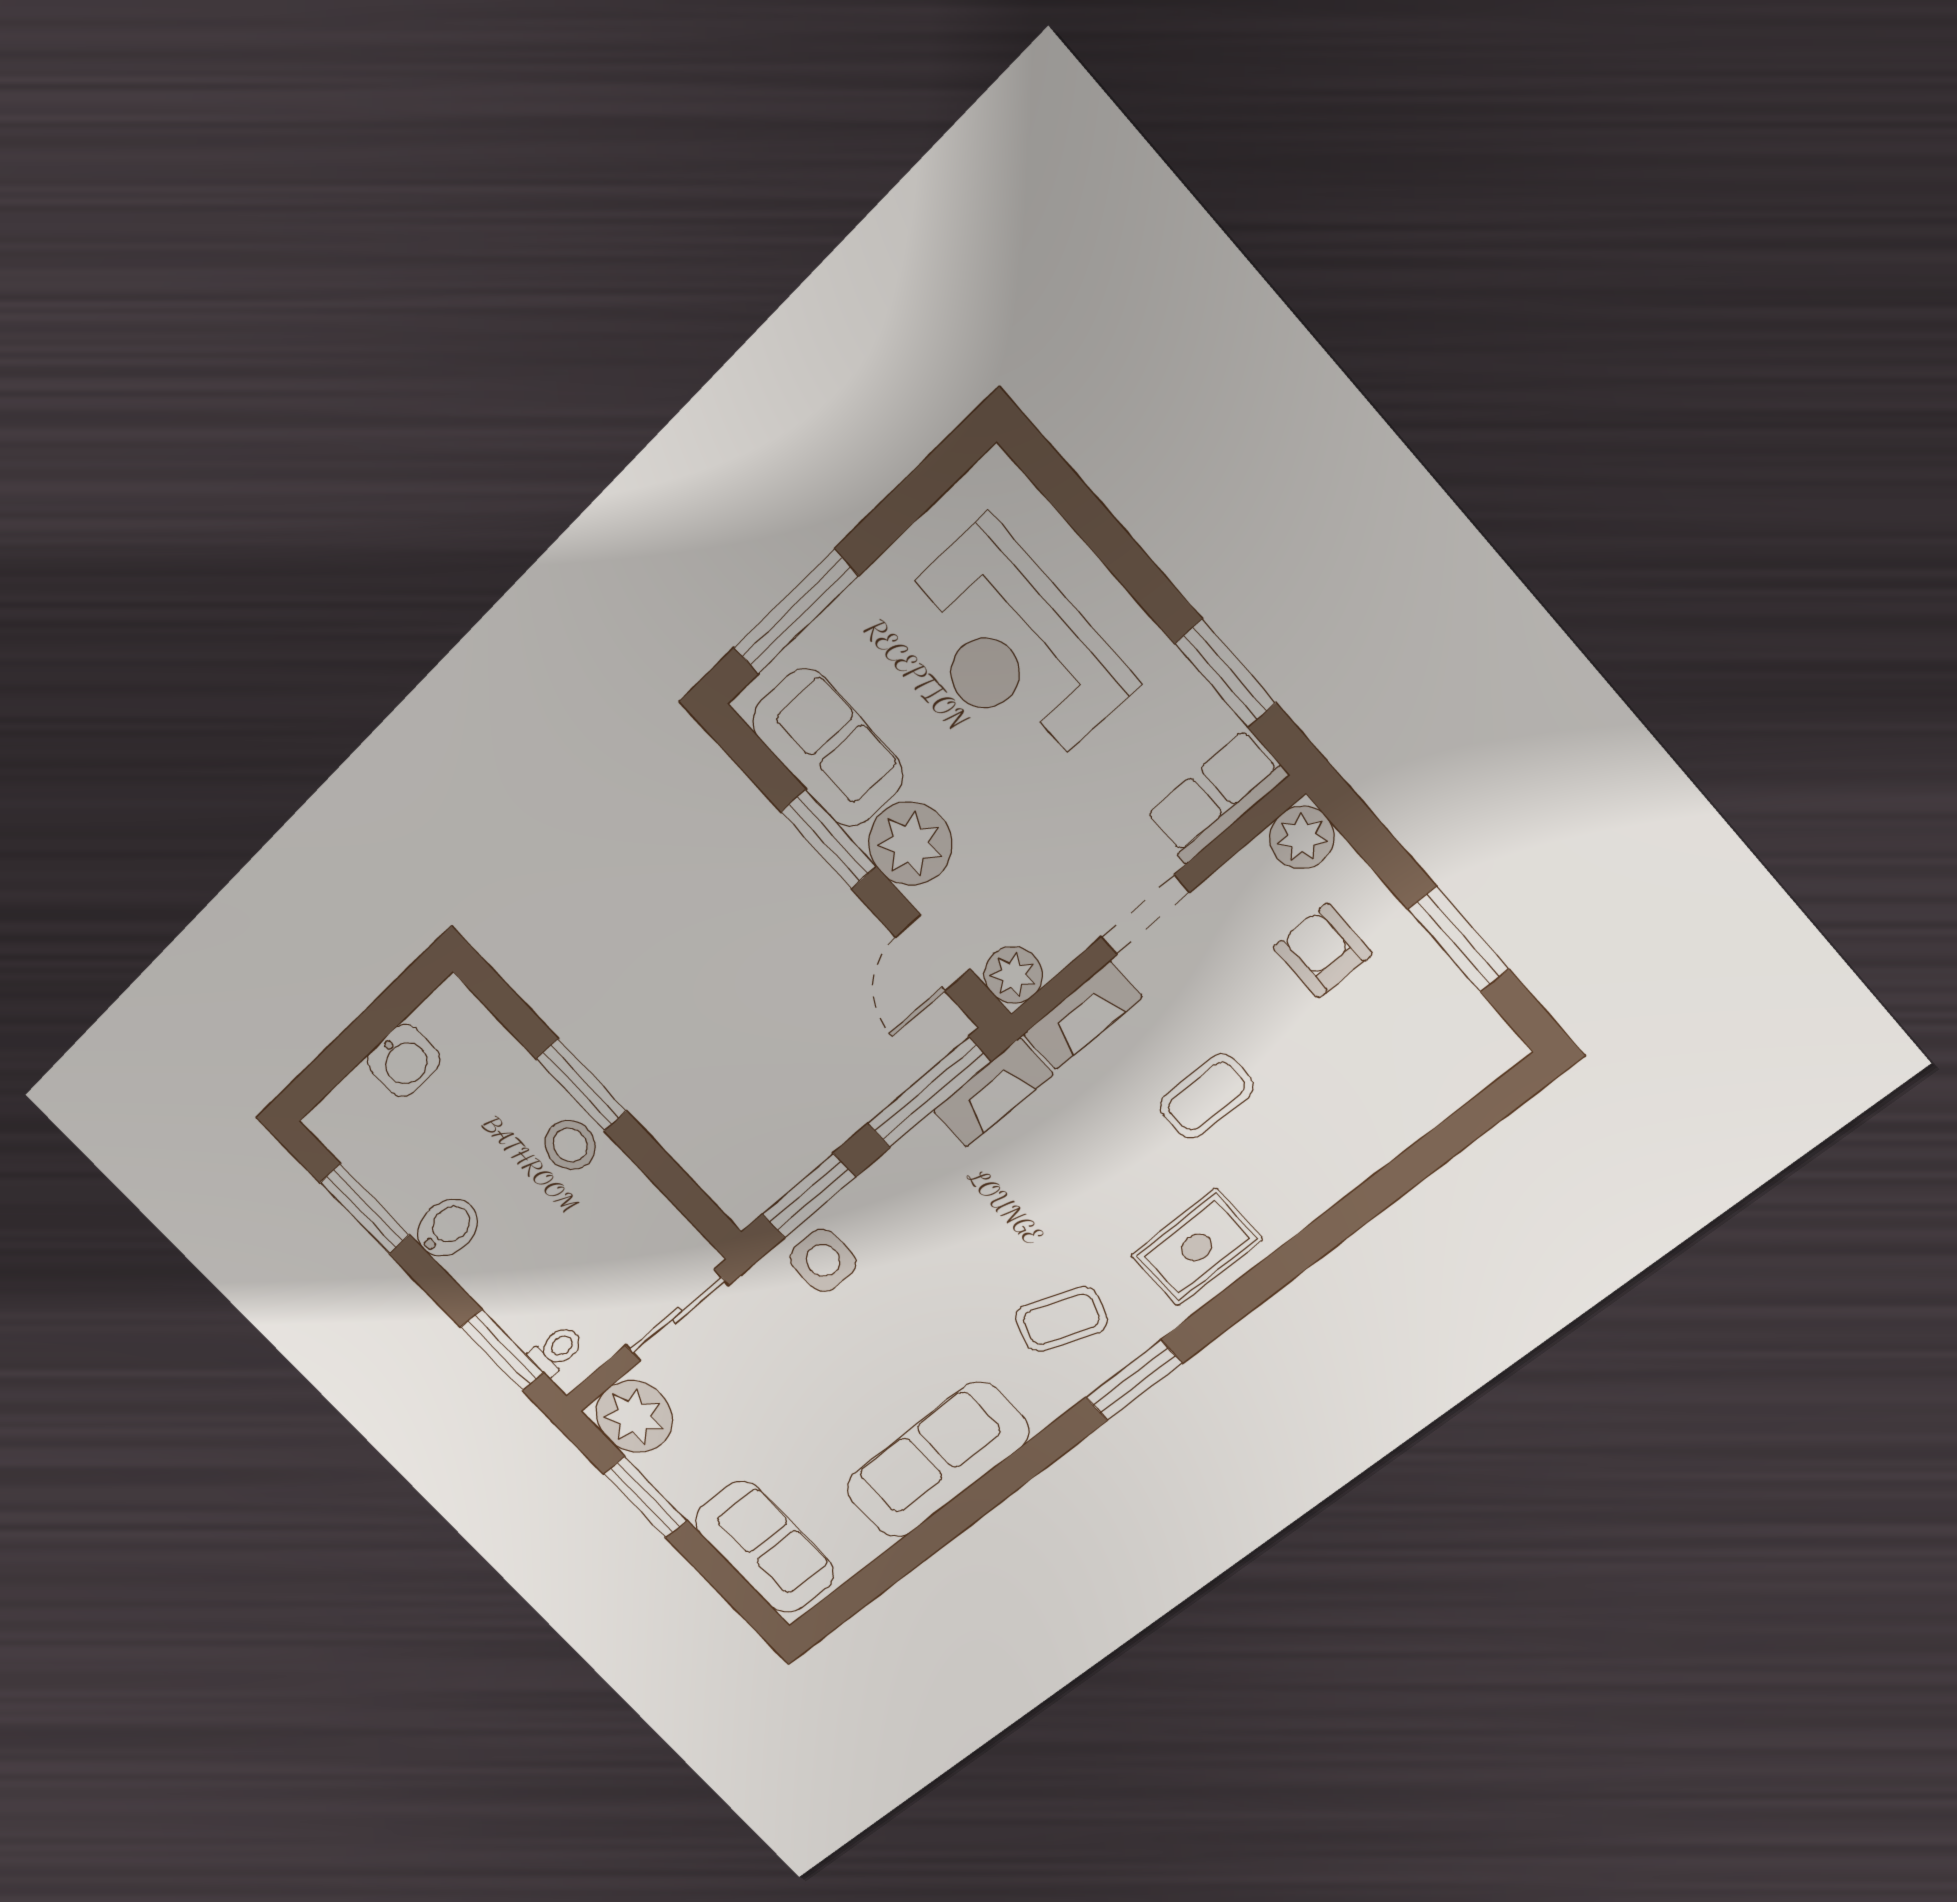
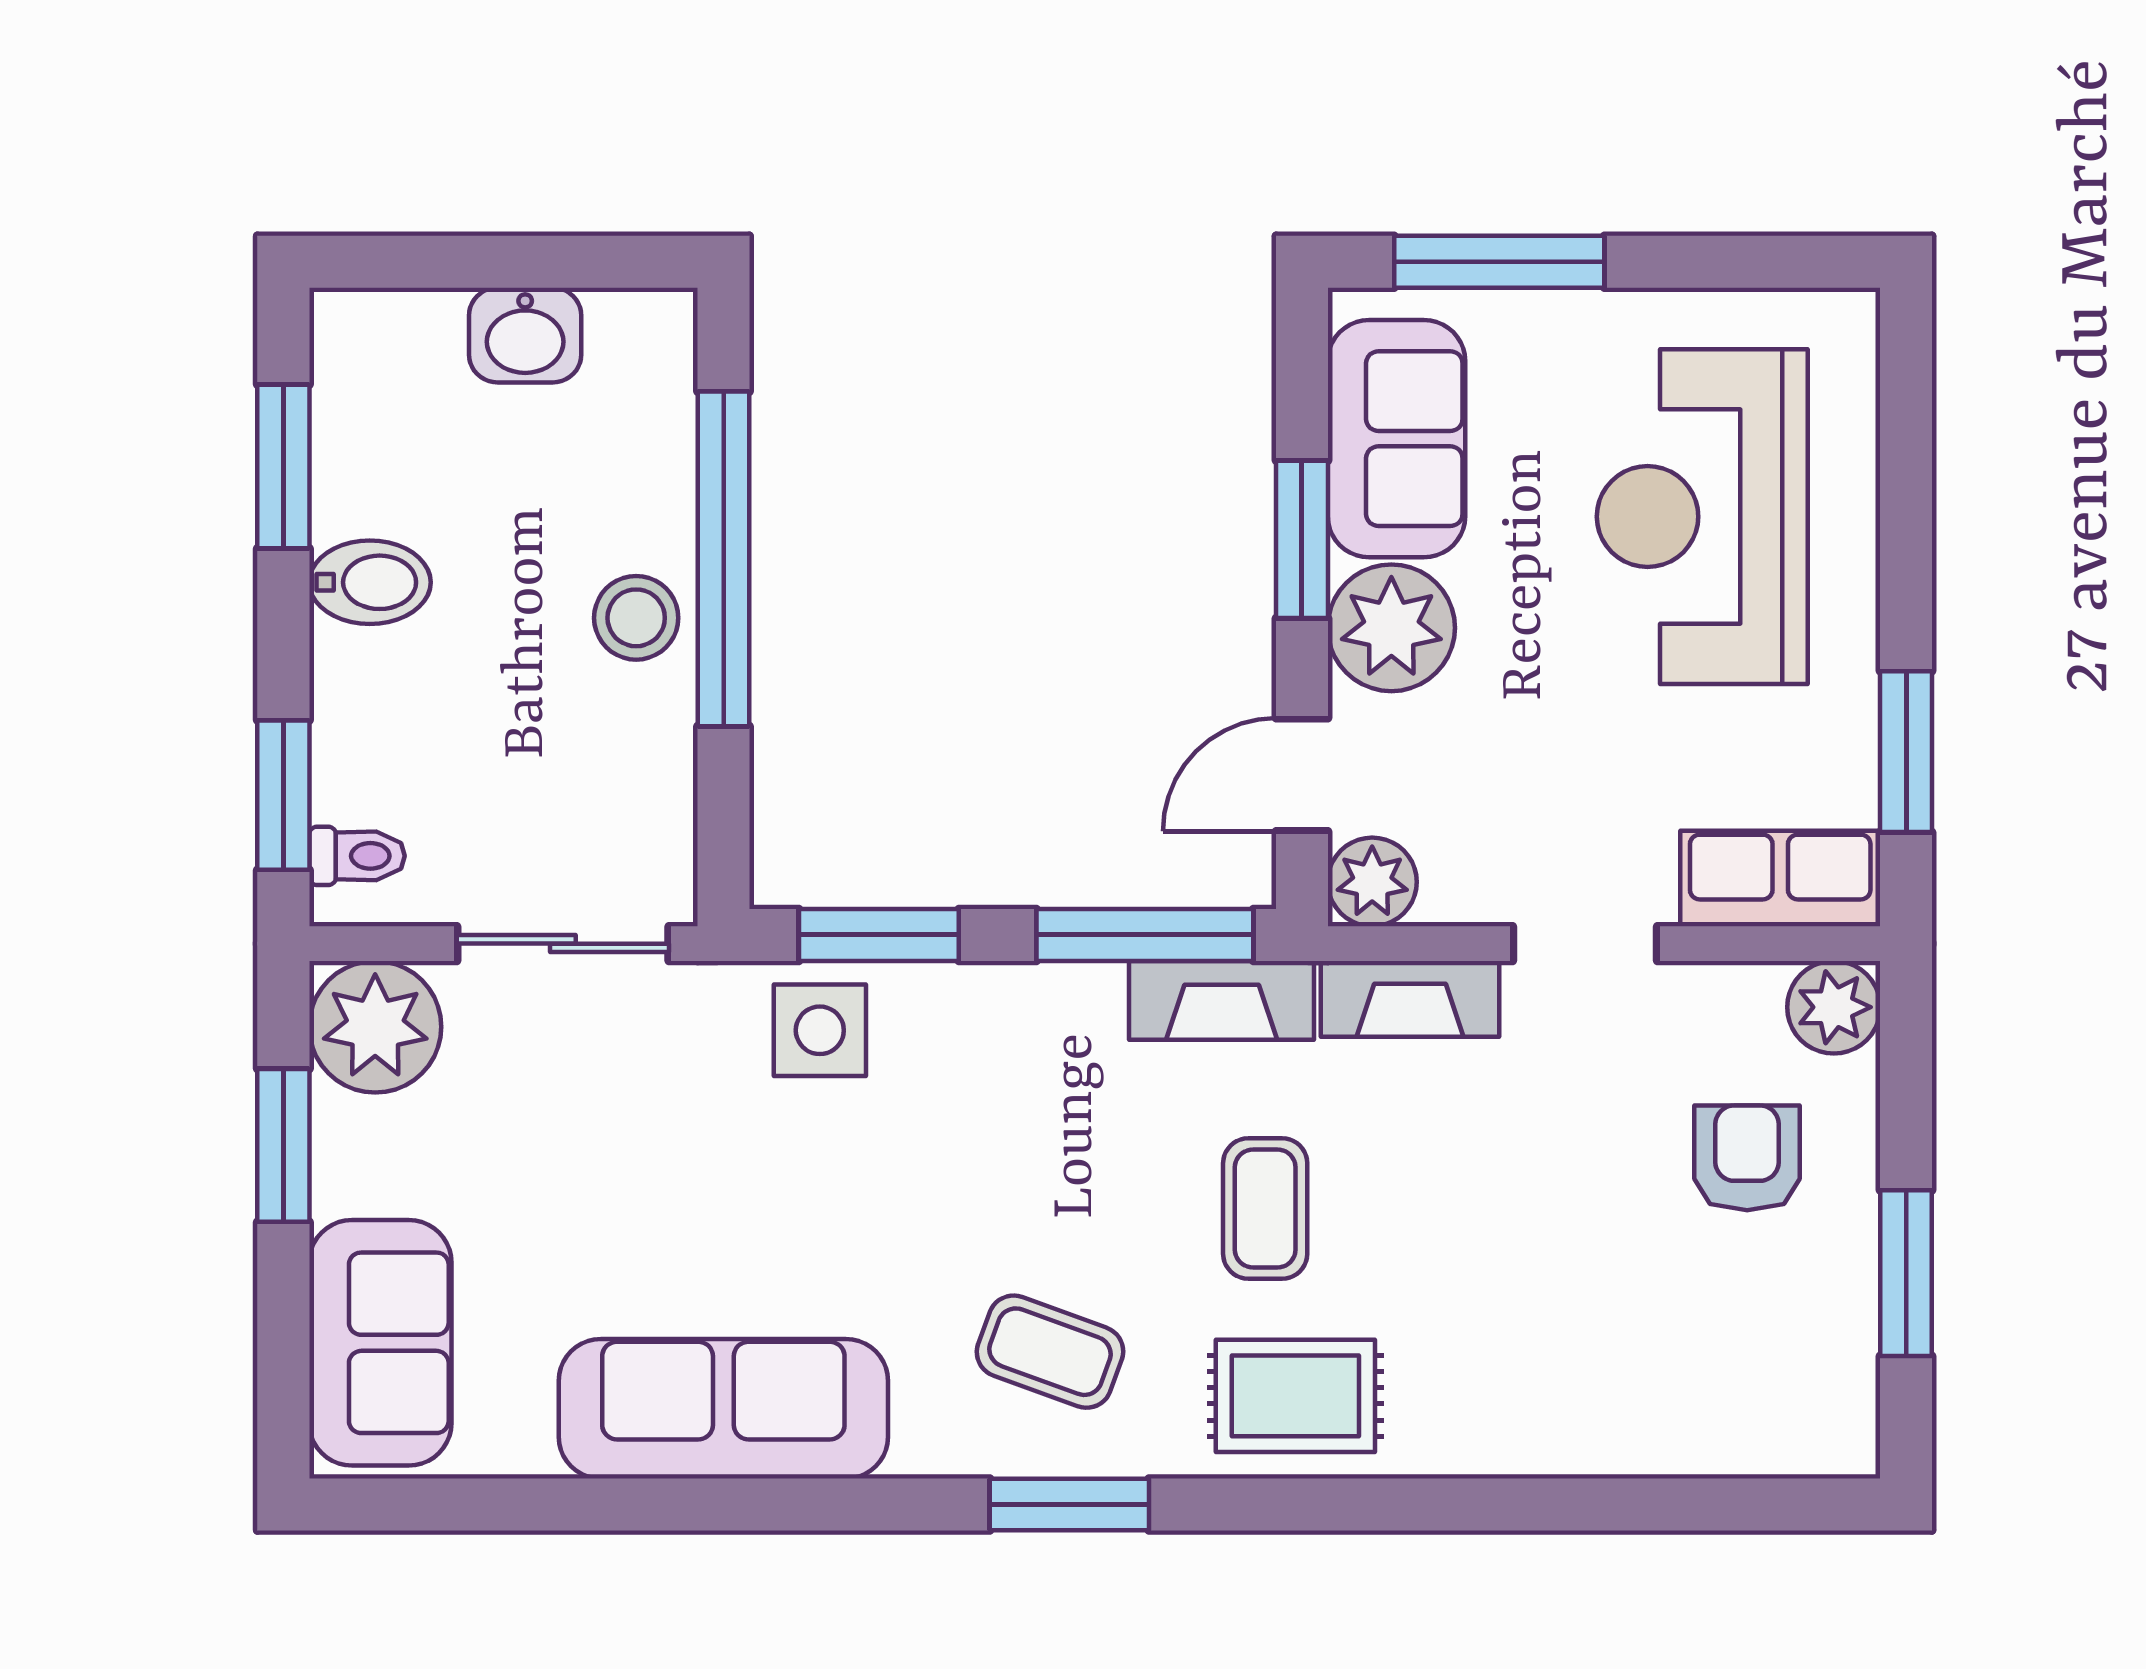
window: (581, 1085) -> (724, 559), width x2.11
coffee table: (1206, 1096) -> (1265, 1209), moved, turned 90

